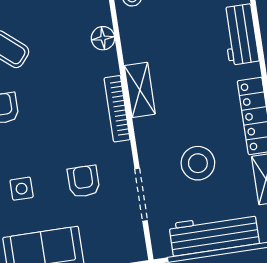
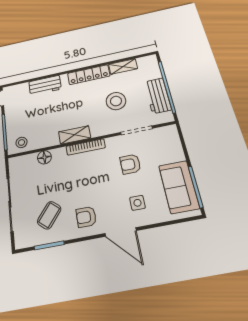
workbench: (214, 234) -> (158, 96), width x0.73

